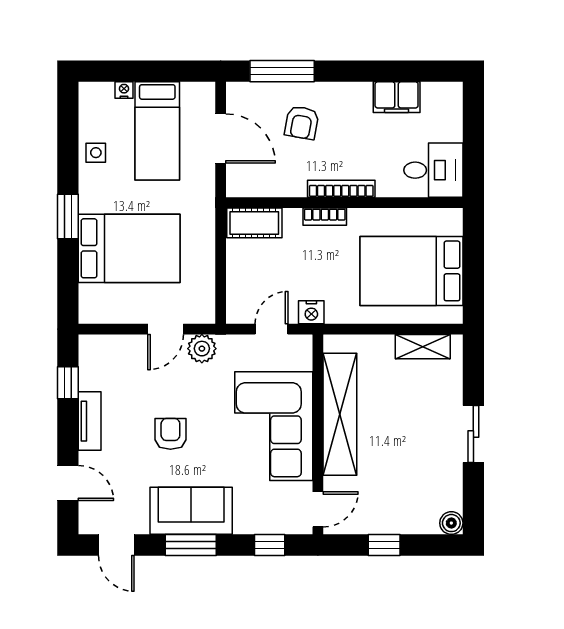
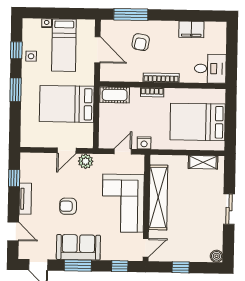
window: (68, 142) -> (16, 50), added
bed: (129, 248) -> (67, 104), moved, turned 180
armchair: (170, 434) -> (68, 206), turned -90

